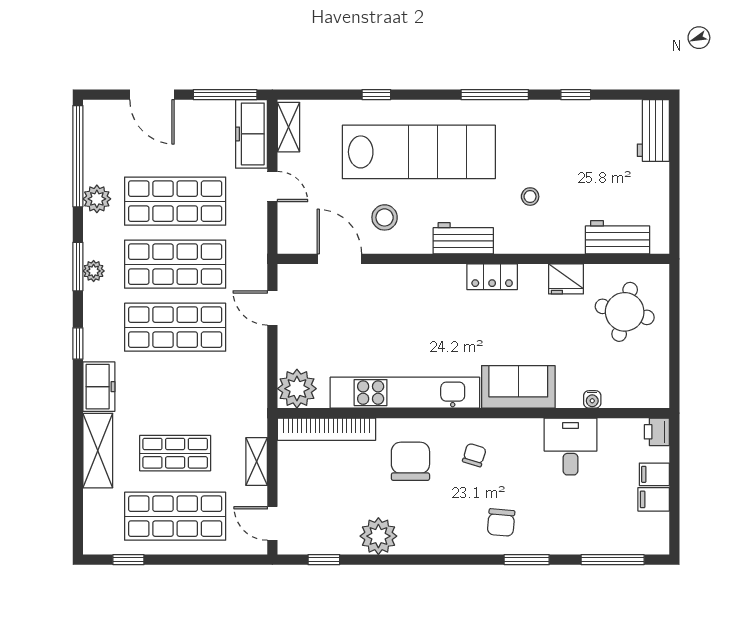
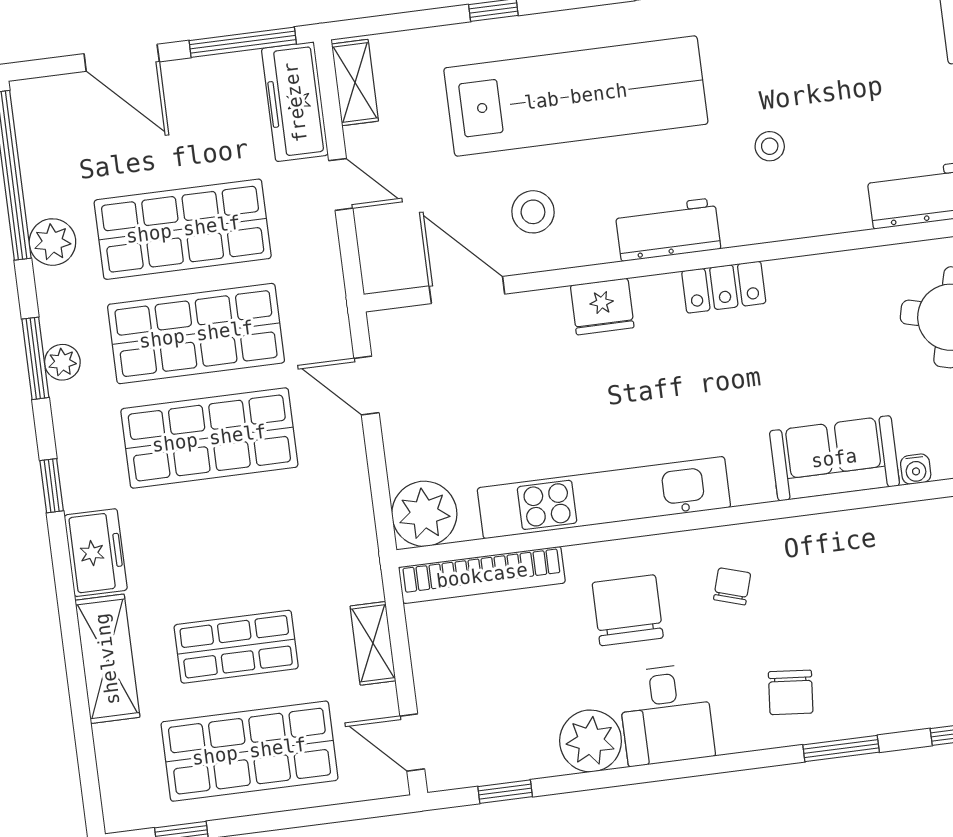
fridge: (566, 279) -> (602, 307), moved
sofa: (518, 387) -> (834, 458), moved
desk: (571, 447) -> (666, 715), moved, turned 180

